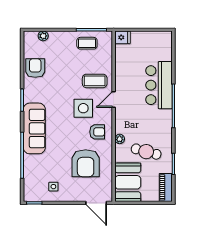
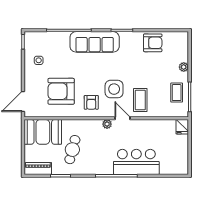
plant: (43, 36) -> (184, 67), moved
plant: (120, 139) -> (107, 124), moved

